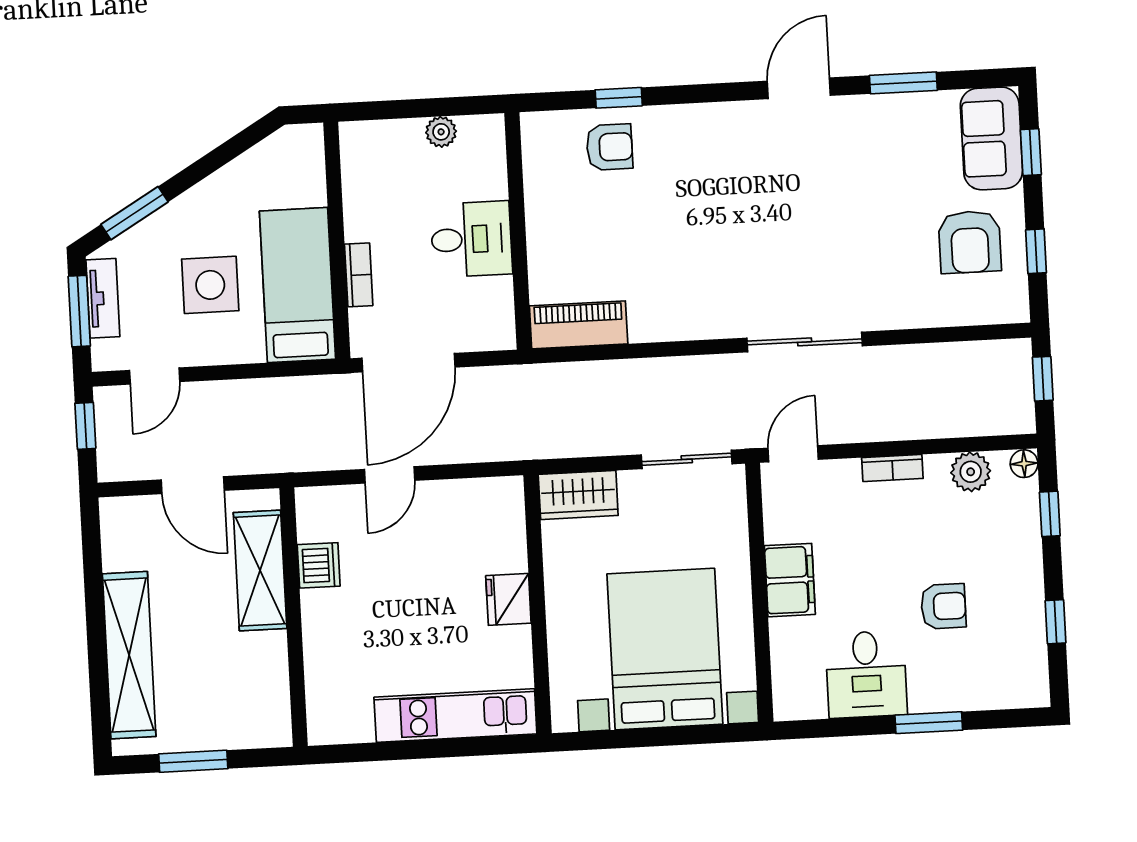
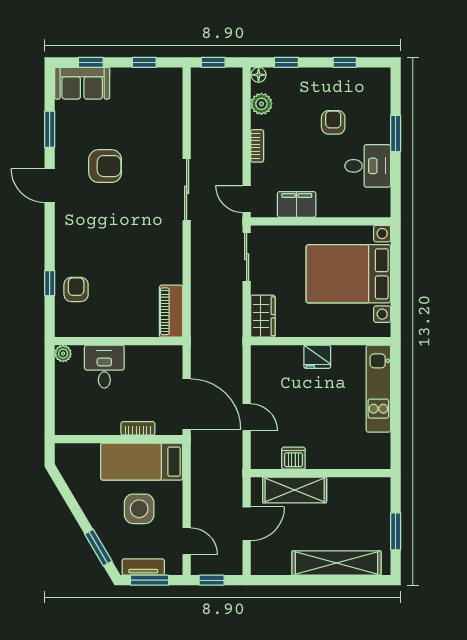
plant: (441, 132) -> (63, 354), moved
desk: (471, 239) -> (104, 367), moved
armchair: (970, 242) -> (105, 166), moved
filing cabinet: (790, 580) -> (297, 204), moved

